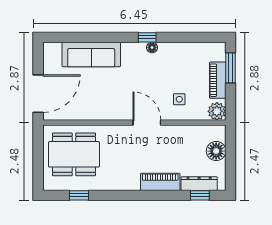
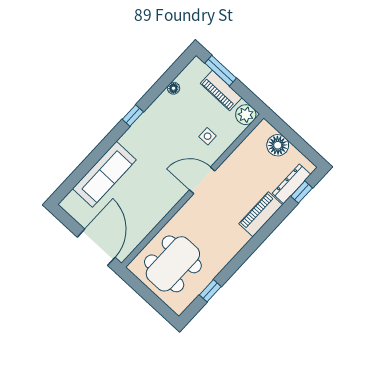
floor lamp: (152, 47) -> (174, 88), moved

